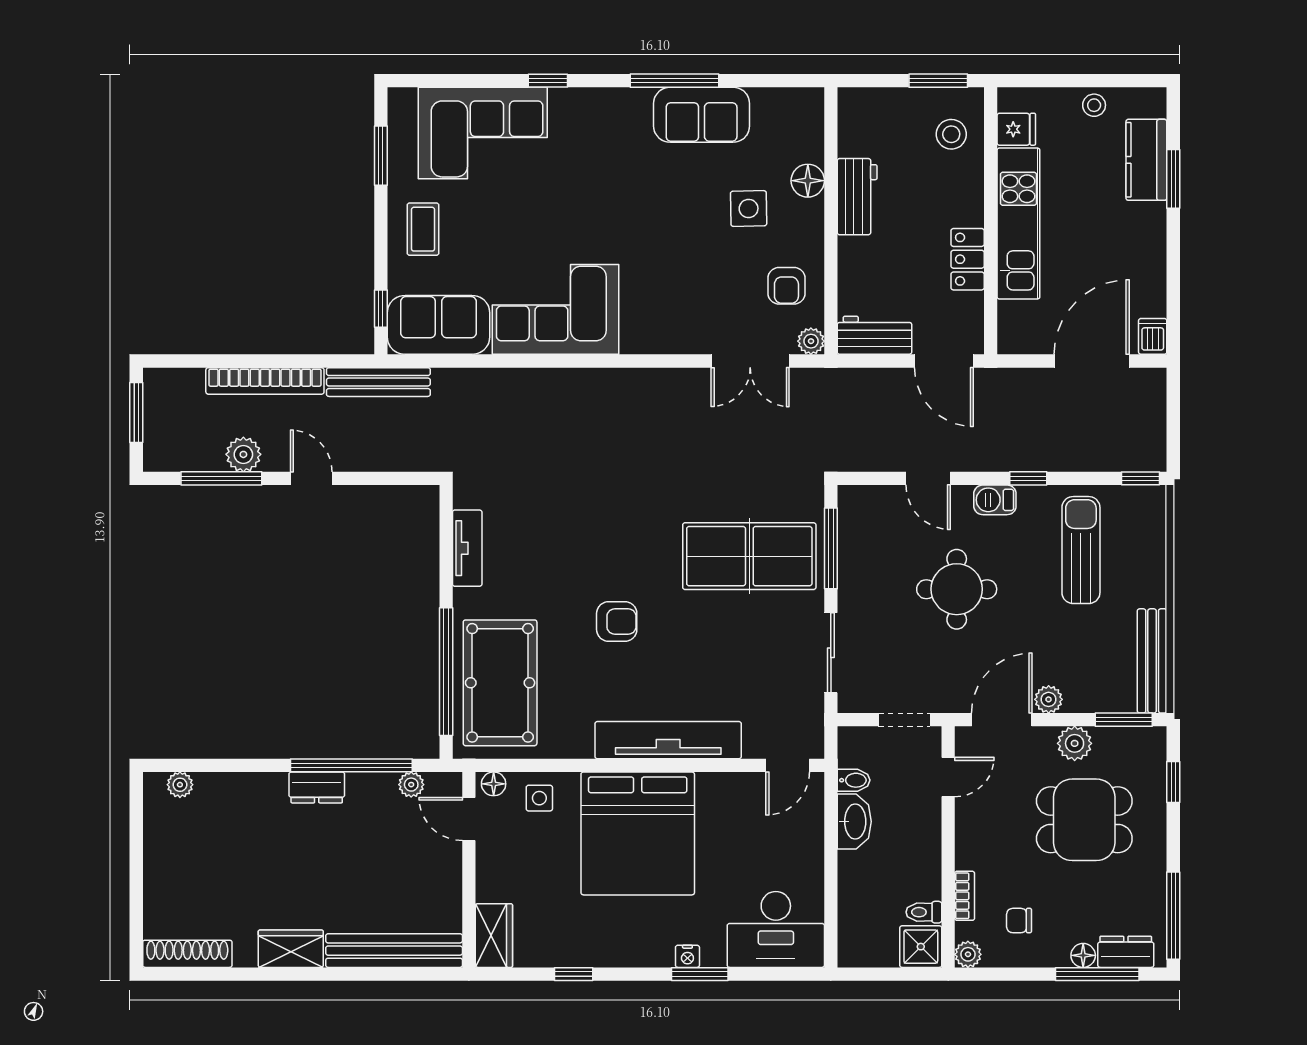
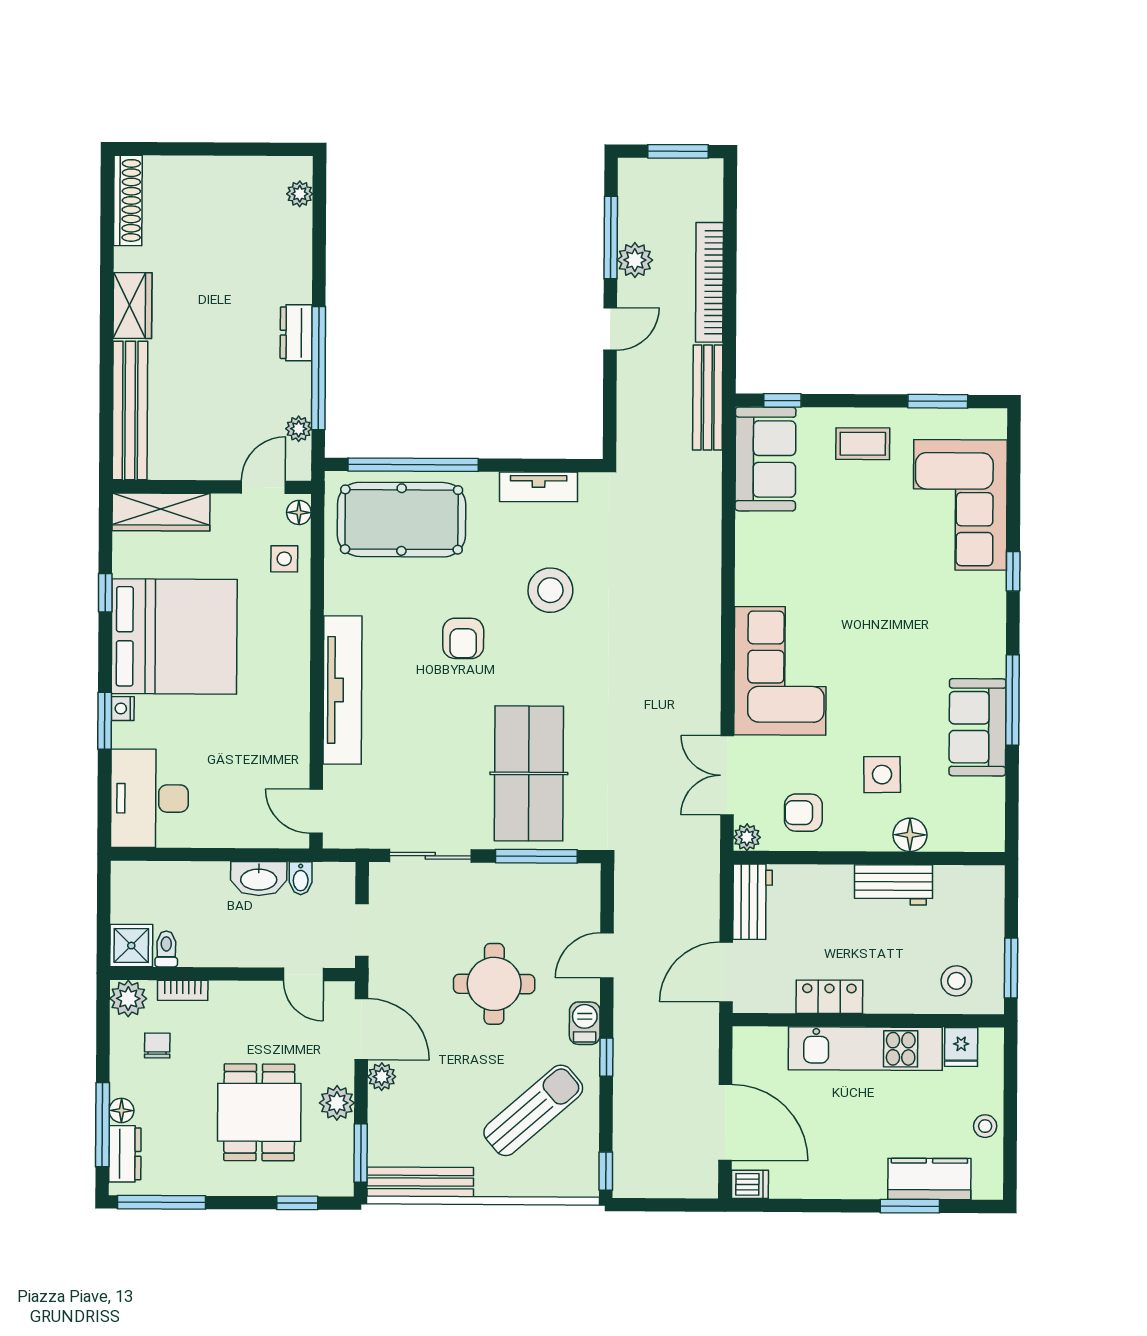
corner sofa: (555, 309) -> (780, 671), moved
stool: (569, 536) -> (550, 590), added
sun lounger: (1081, 550) -> (533, 1110), turned -41
bed: (638, 833) -> (174, 637), moved, turned 180
wardrobe: (494, 936) -> (161, 512), width x1.50
plant: (968, 954) -> (128, 999), width x1.38, depth x1.38

